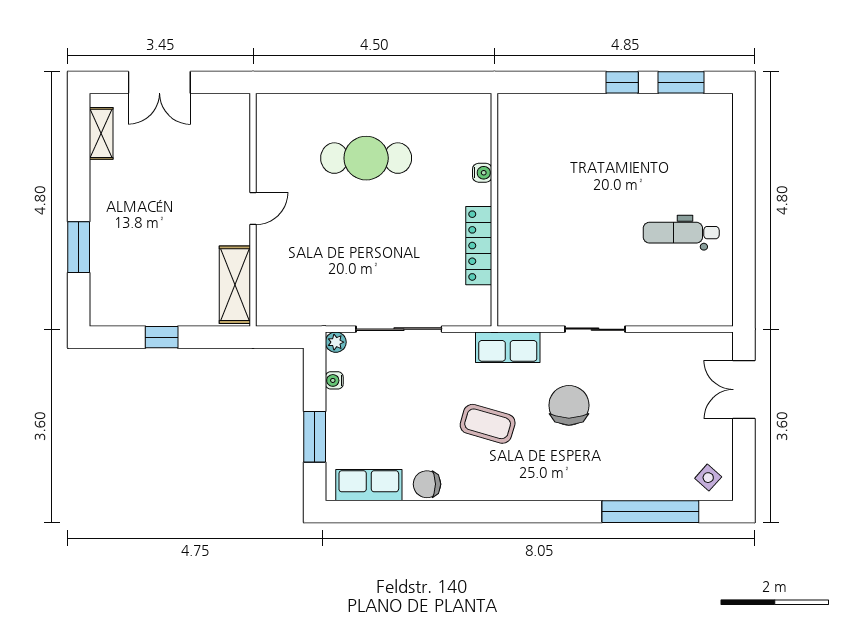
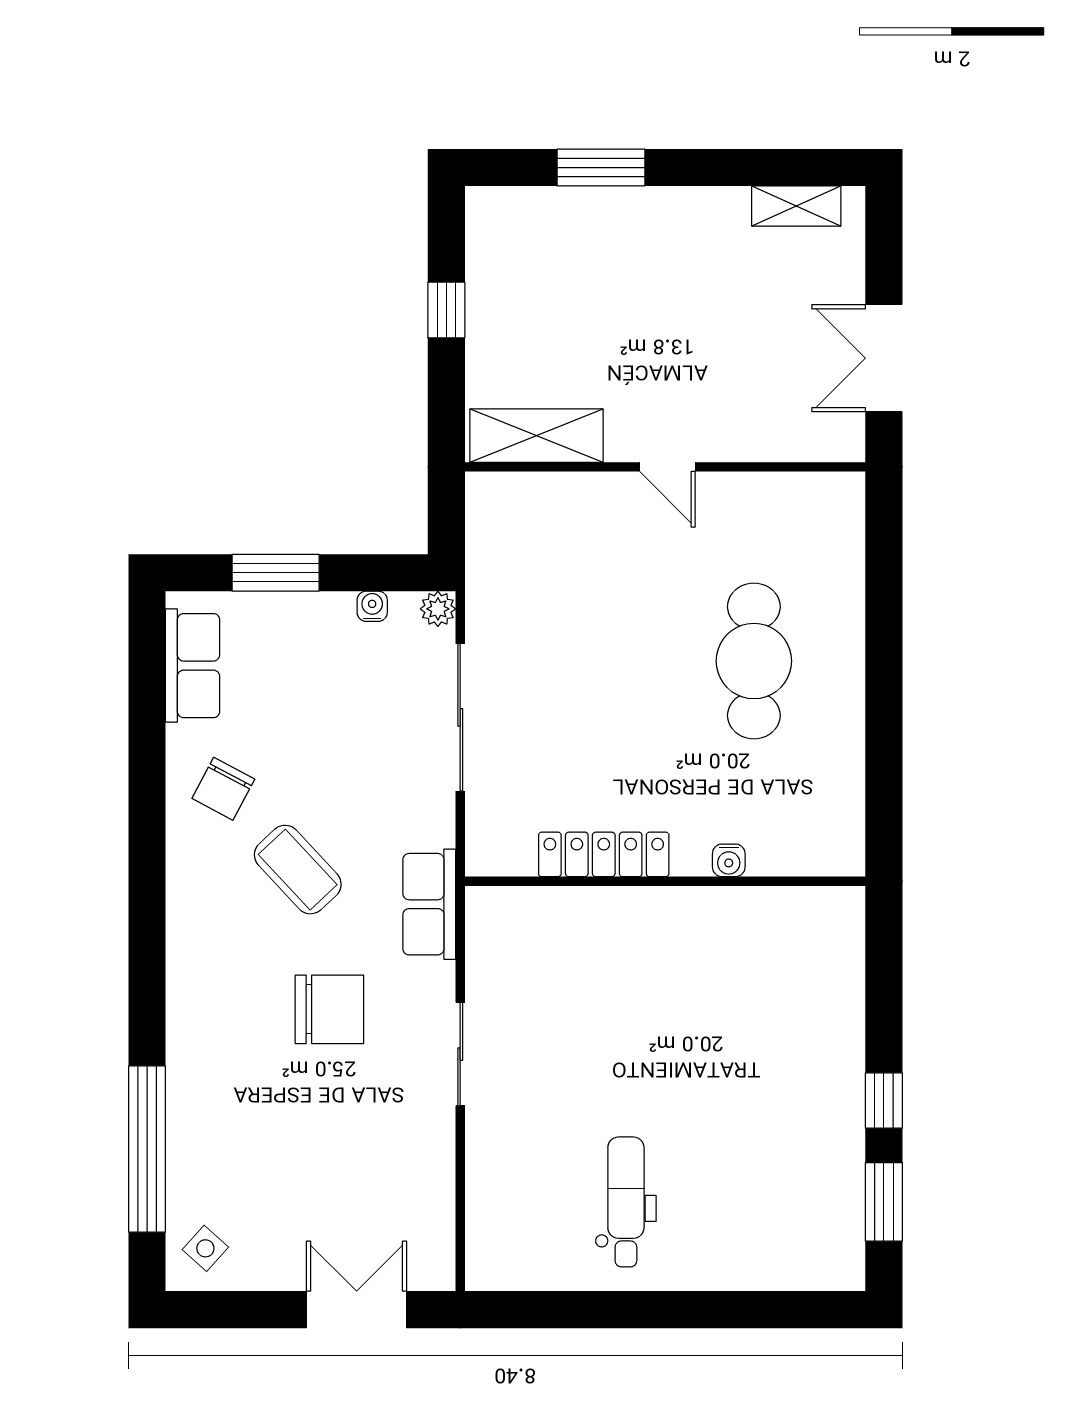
double door: (159, 82) -> (884, 358), moved
coffee table: (488, 424) -> (298, 870), turned -59
chair: (427, 484) -> (223, 789), moved, turned -152

